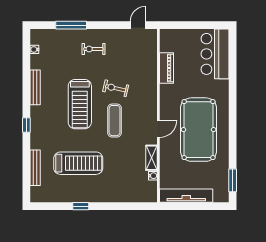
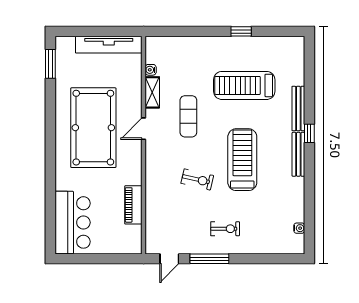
window: (71, 25) -> (209, 259), moved
bench: (35, 87) -> (298, 154), moved
exercise mat: (115, 121) -> (188, 116), moved
bench: (35, 168) -> (298, 109), moved

